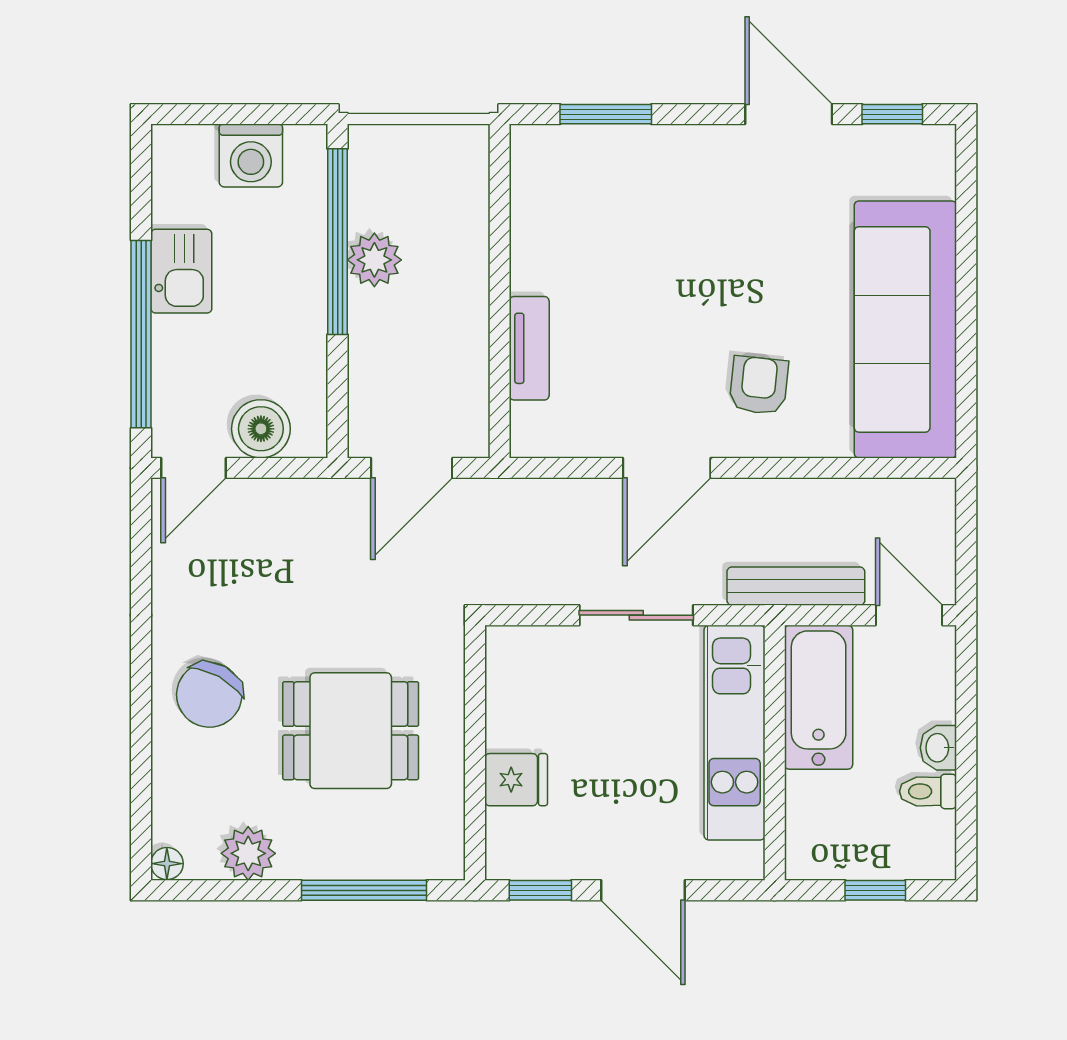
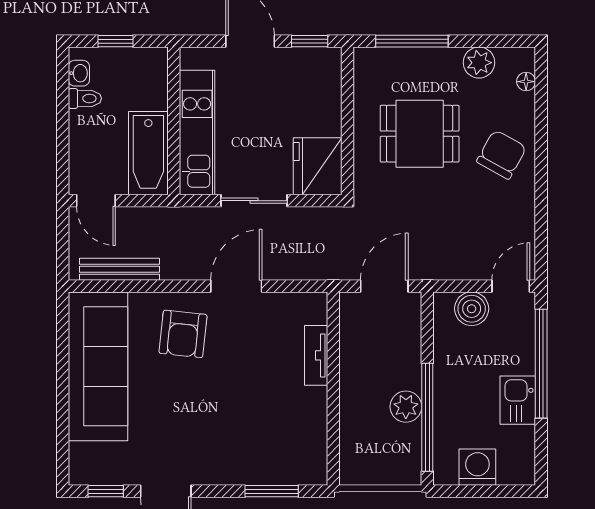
armchair: (759, 385) -> (183, 334), width x1.38, depth x1.38
bench: (796, 586) -> (119, 269), moved
washbasin: (938, 748) -> (79, 73), moved
fridge: (516, 780) -> (318, 166), moved, width x1.88, depth x1.34
floor lamp: (167, 864) -> (526, 82), moved

